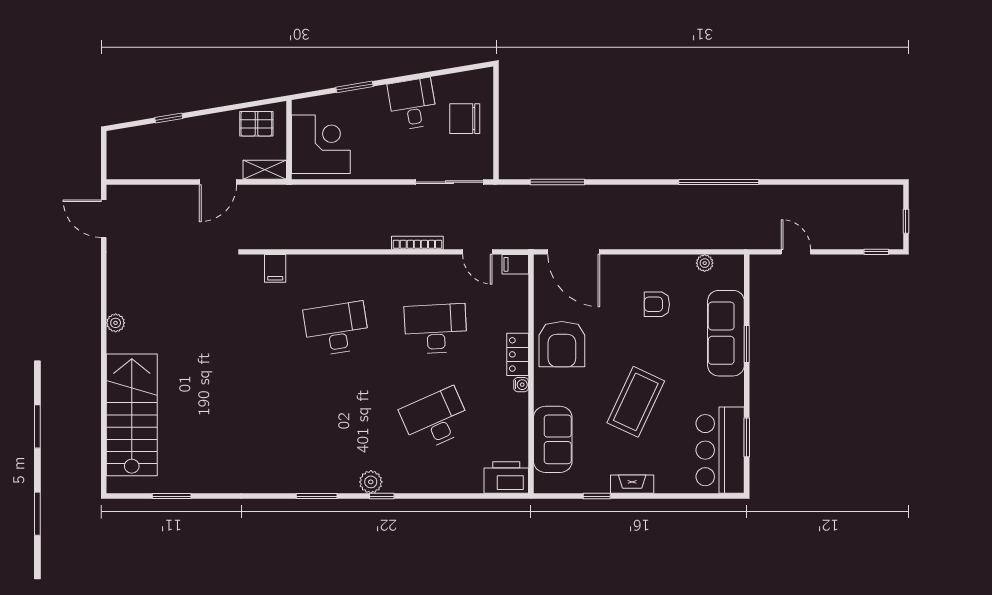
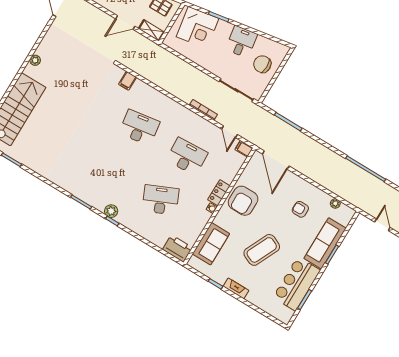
corner desk: (321, 144) -> (198, 28), moved, turned 81
bar counter: (720, 450) -> (297, 284), moved

